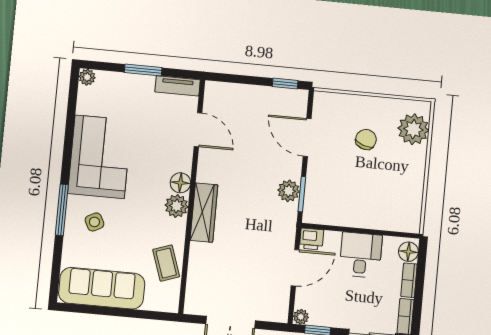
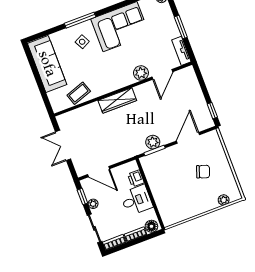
plant: (413, 129) -> (224, 200), width x0.53, depth x0.53
floor lamp: (180, 183) -> (128, 79), removed
plant: (177, 206) -> (141, 73), moved
printer: (312, 239) -> (136, 178), moved
door: (295, 268) -> (99, 172), moved
plant: (301, 317) -> (93, 204), moved

